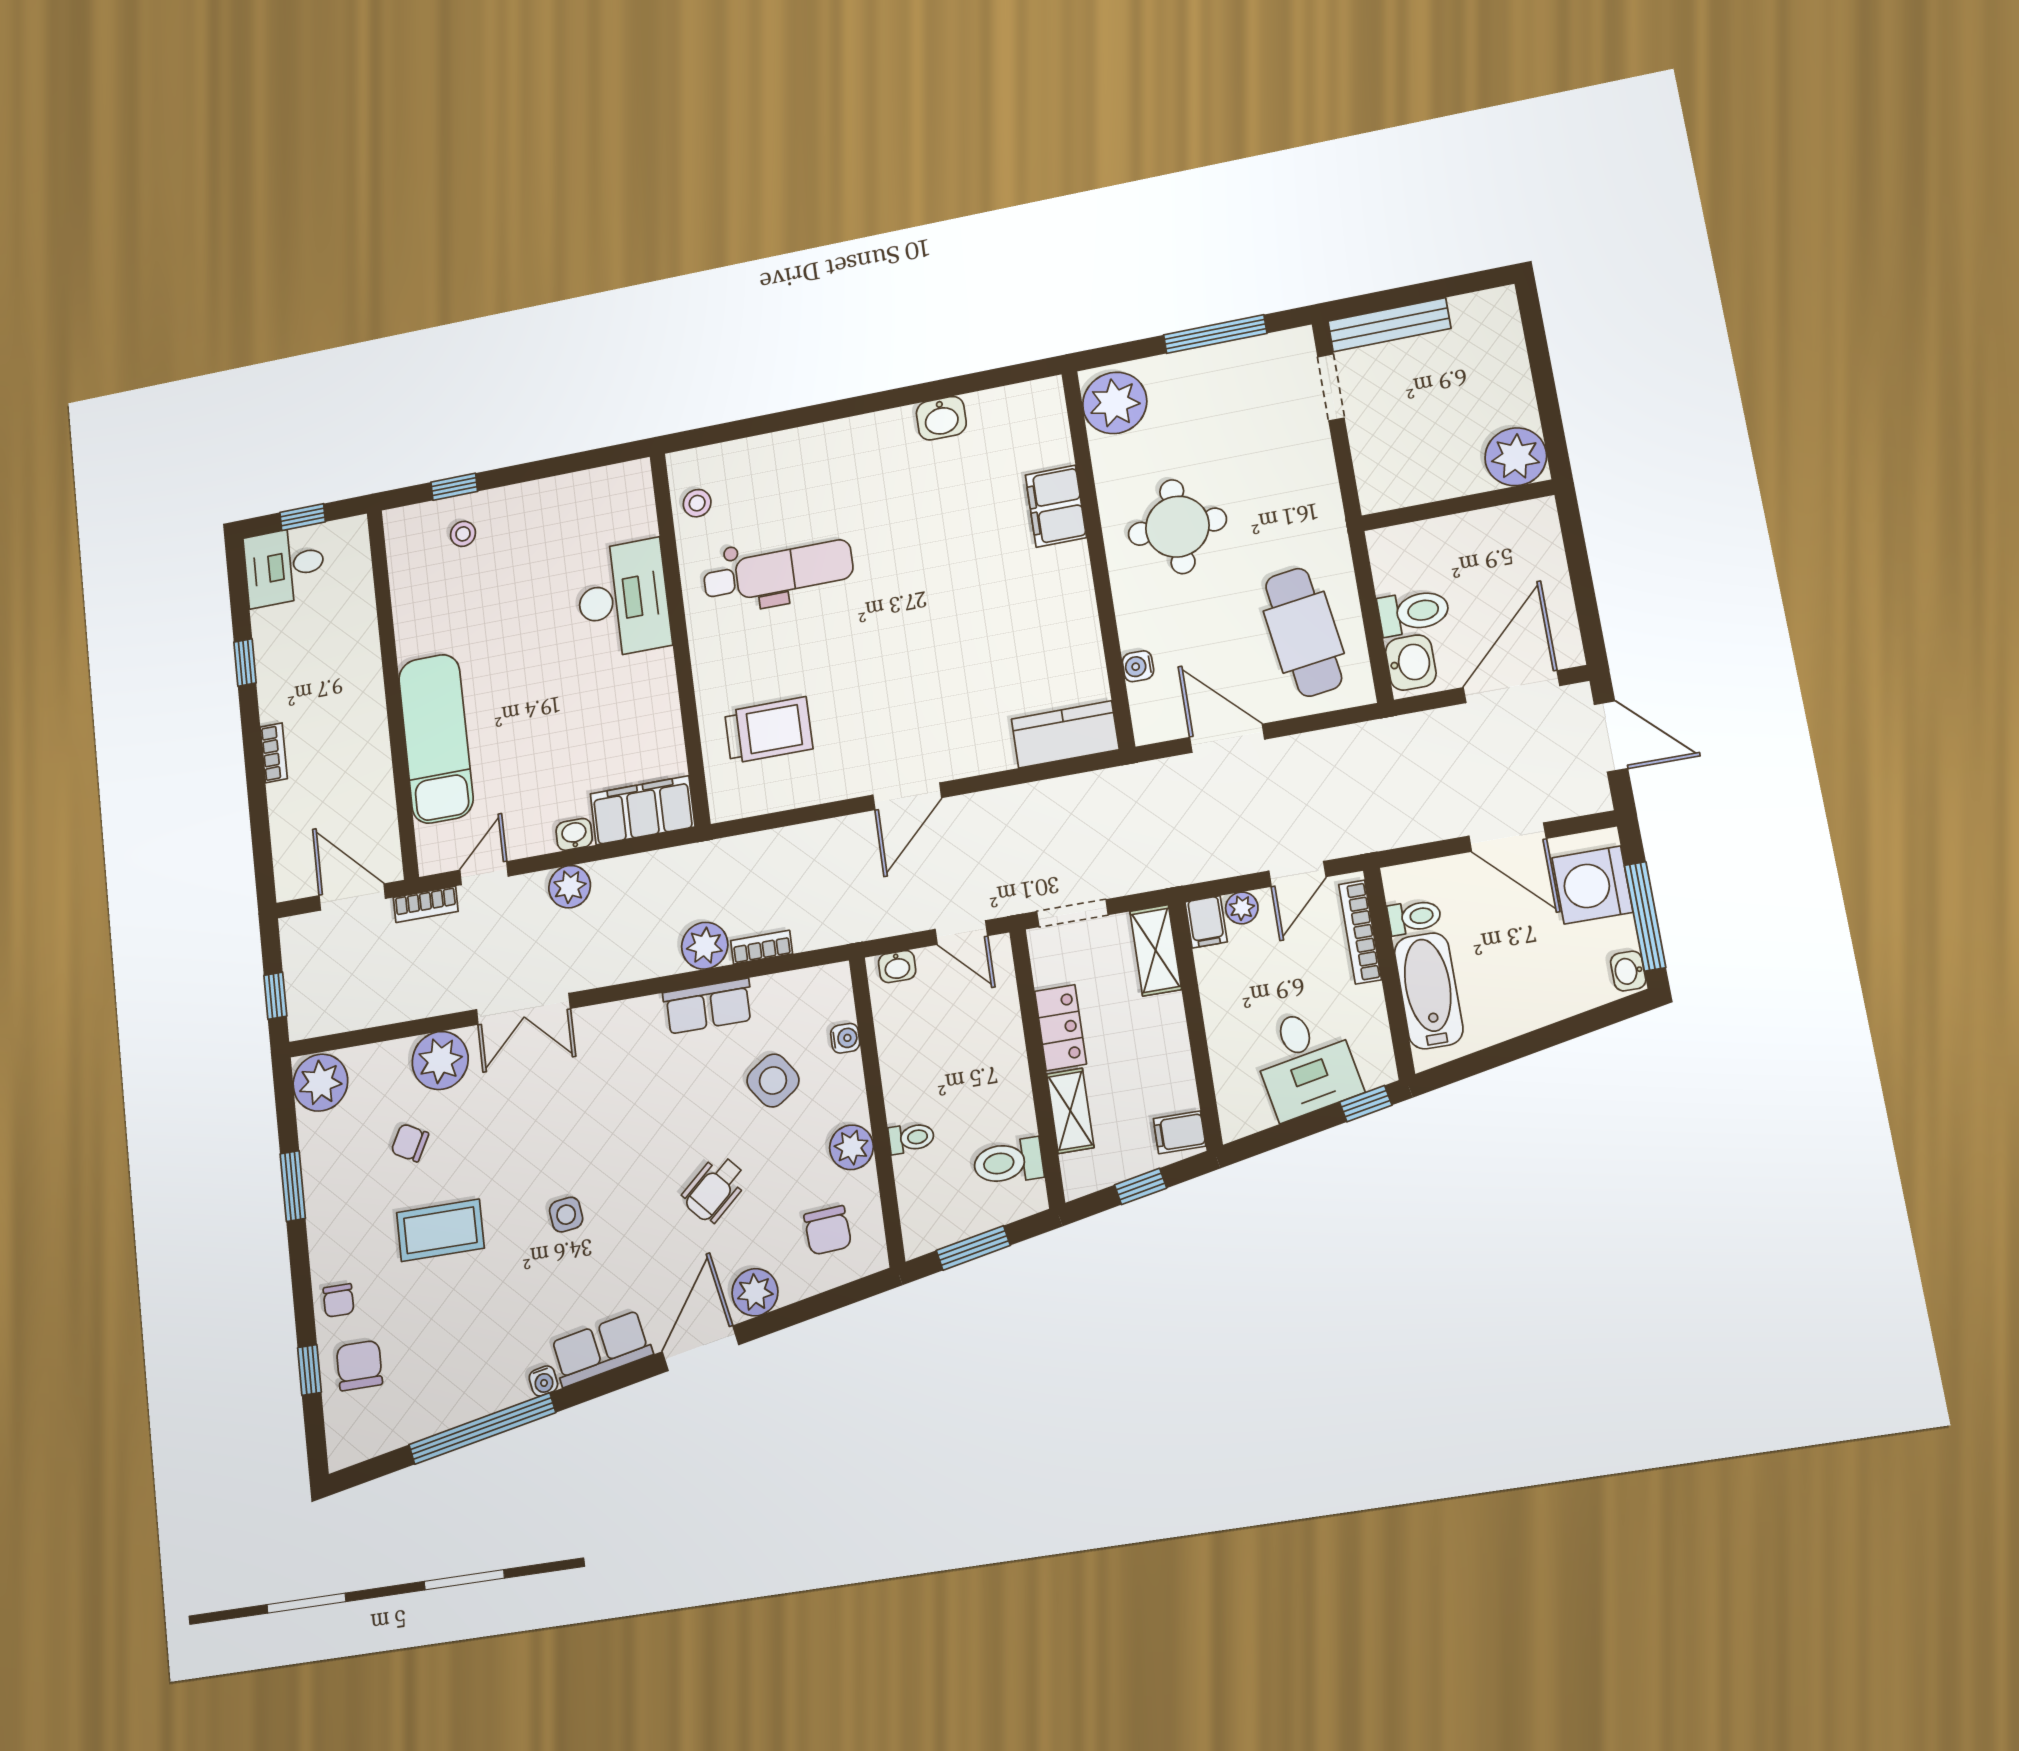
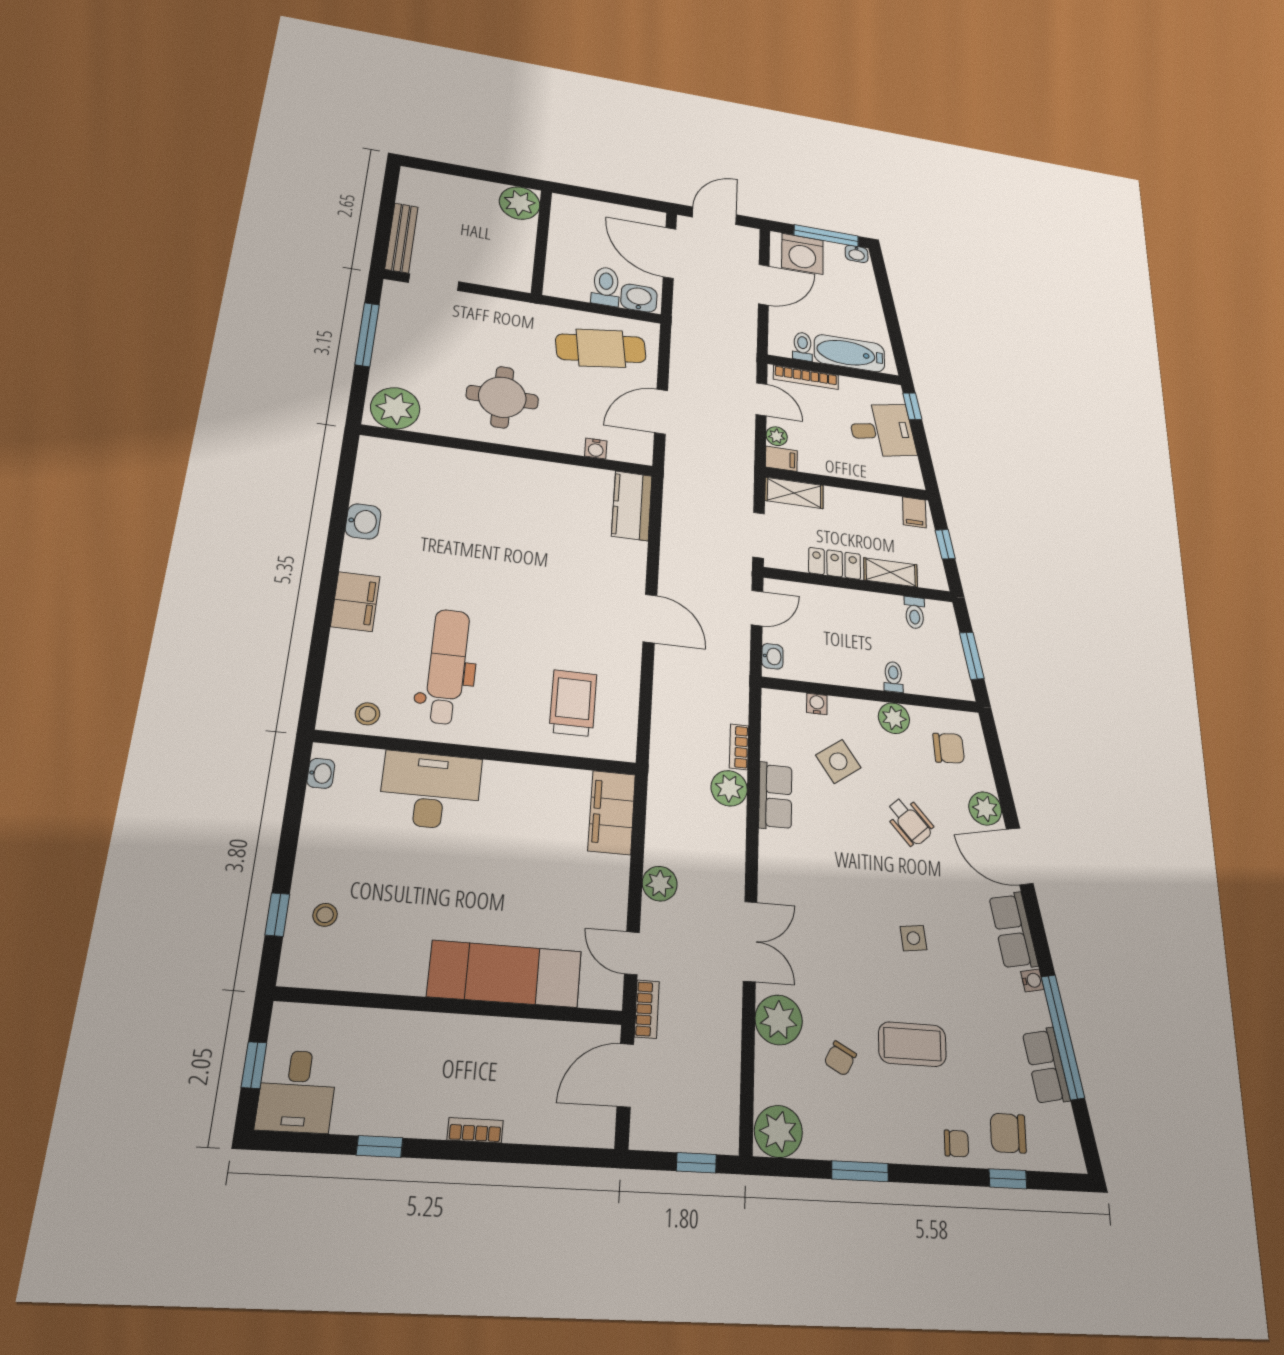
filing cabinet: (1056, 506) -> (355, 602), moved, turned -90
washbasin: (574, 834) -> (321, 773), moved, turned 180
toilet: (1008, 1162) -> (915, 613), width x0.73, depth x0.72
coffee table: (440, 1230) -> (912, 1044), turned 90
row of seats: (443, 1409) -> (1046, 1066), added

